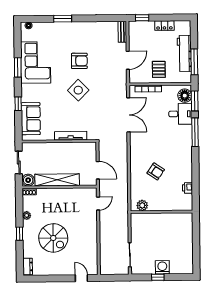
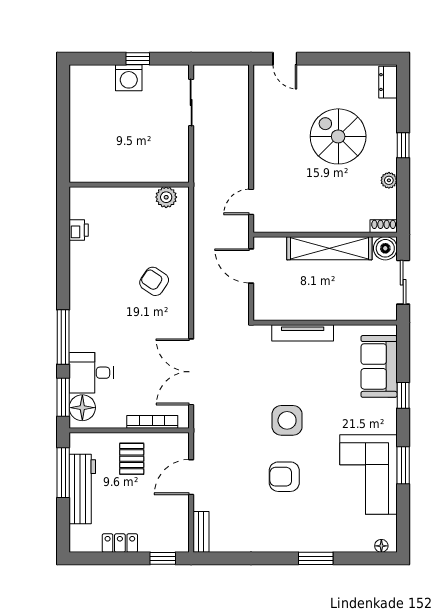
side table: (78, 90) -> (287, 420), turned 45
armchair: (156, 171) -> (154, 281), moved

